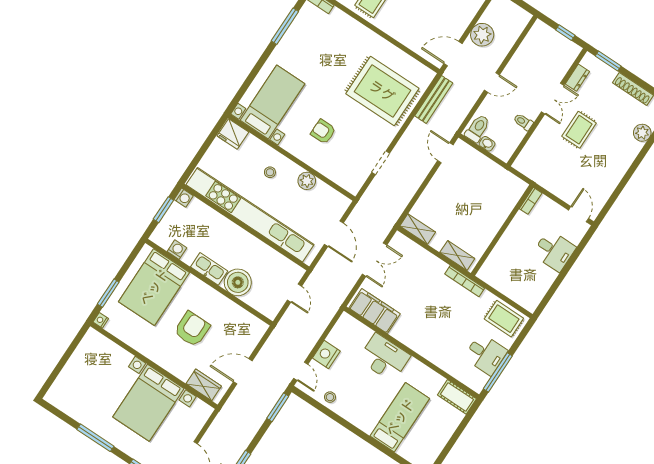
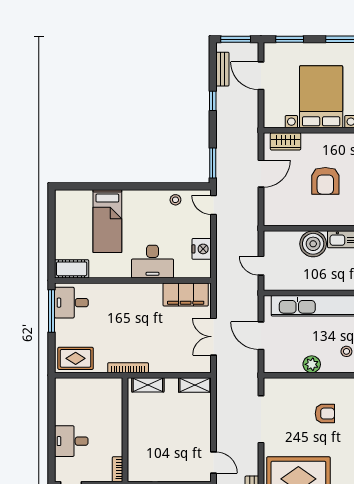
doorway: (381, 163) -> (261, 419), width x1.88
nightstand: (326, 354) -> (202, 249), moved
desk: (486, 354) -> (71, 303), moved

